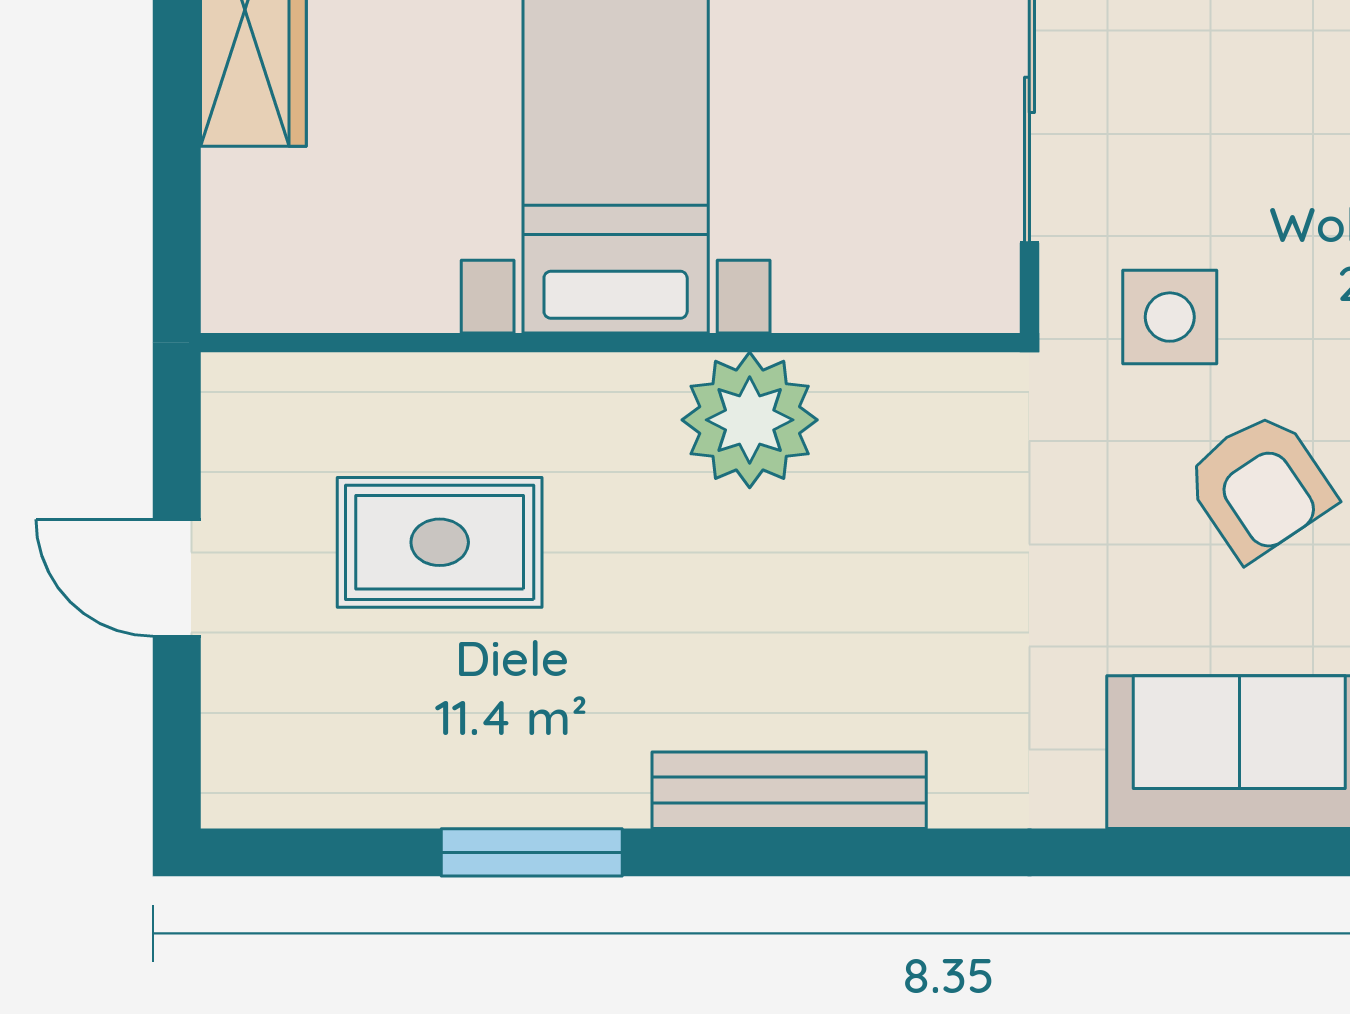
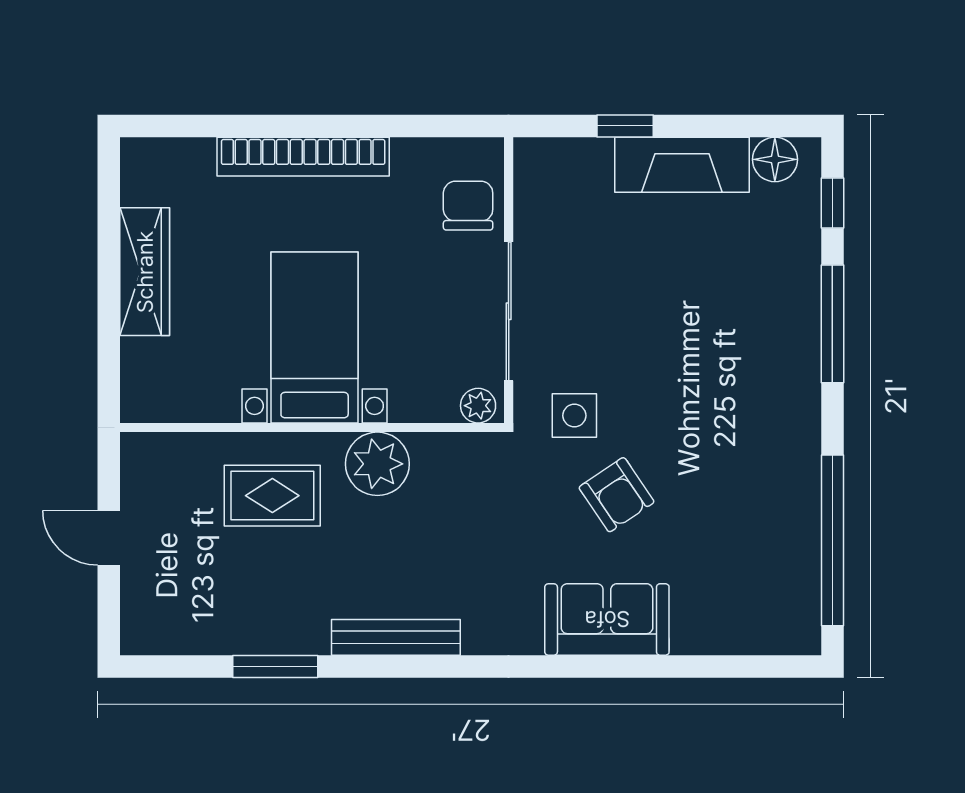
plant: (964, 296) -> (478, 406), added
rug: (440, 542) -> (272, 496), moved

